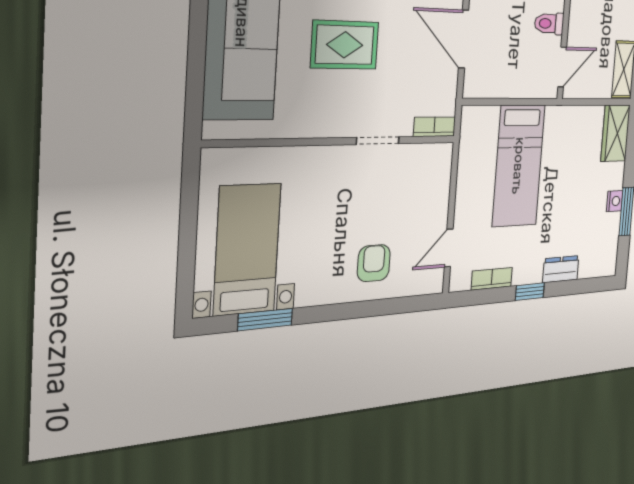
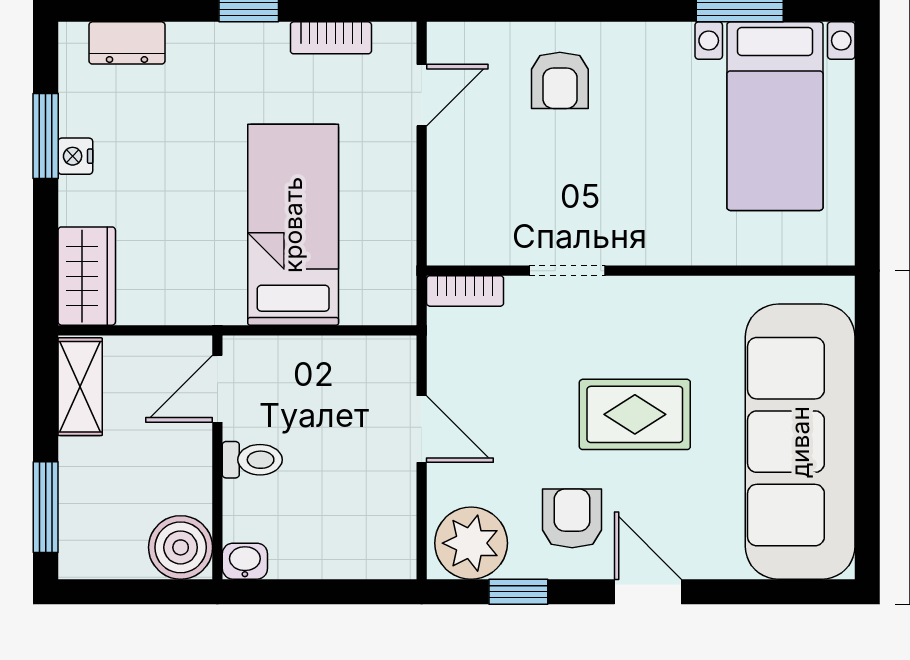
door: (464, 39) -> (422, 429), width x0.73
dresser: (561, 269) -> (127, 43), moved

